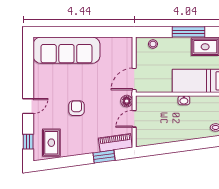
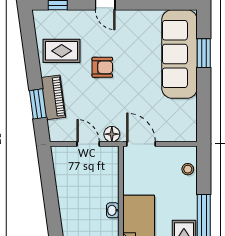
window: (66, 32) -> (204, 53), added
rug: (51, 143) -> (62, 51), moved
piano: (115, 143) -> (53, 97), moved

